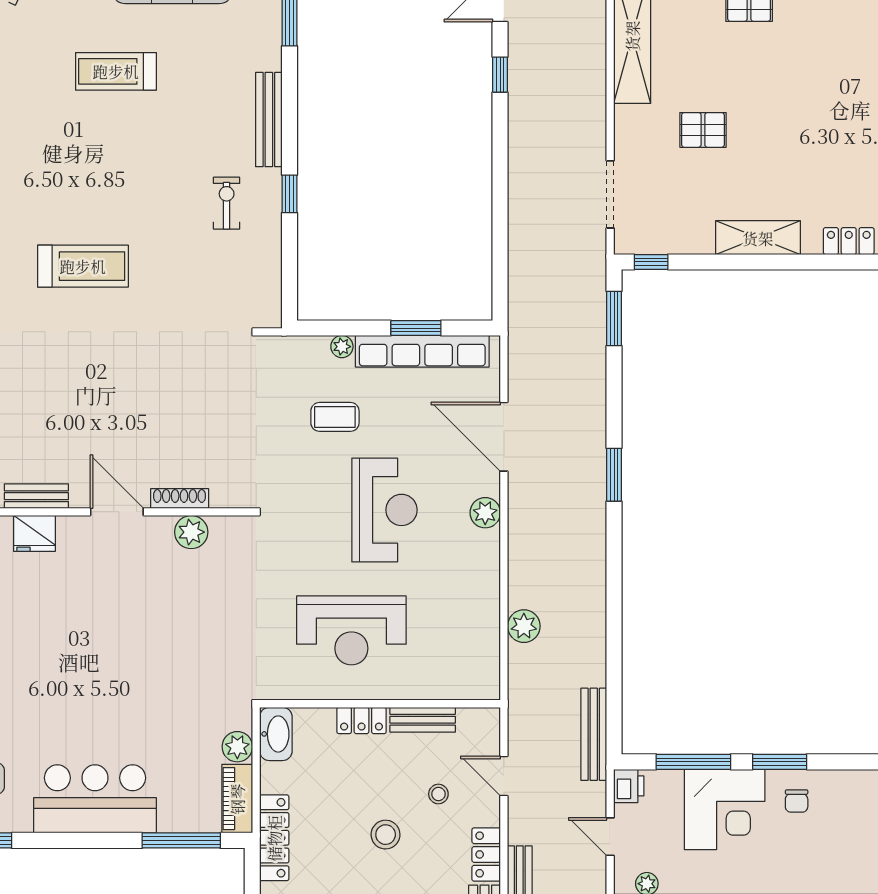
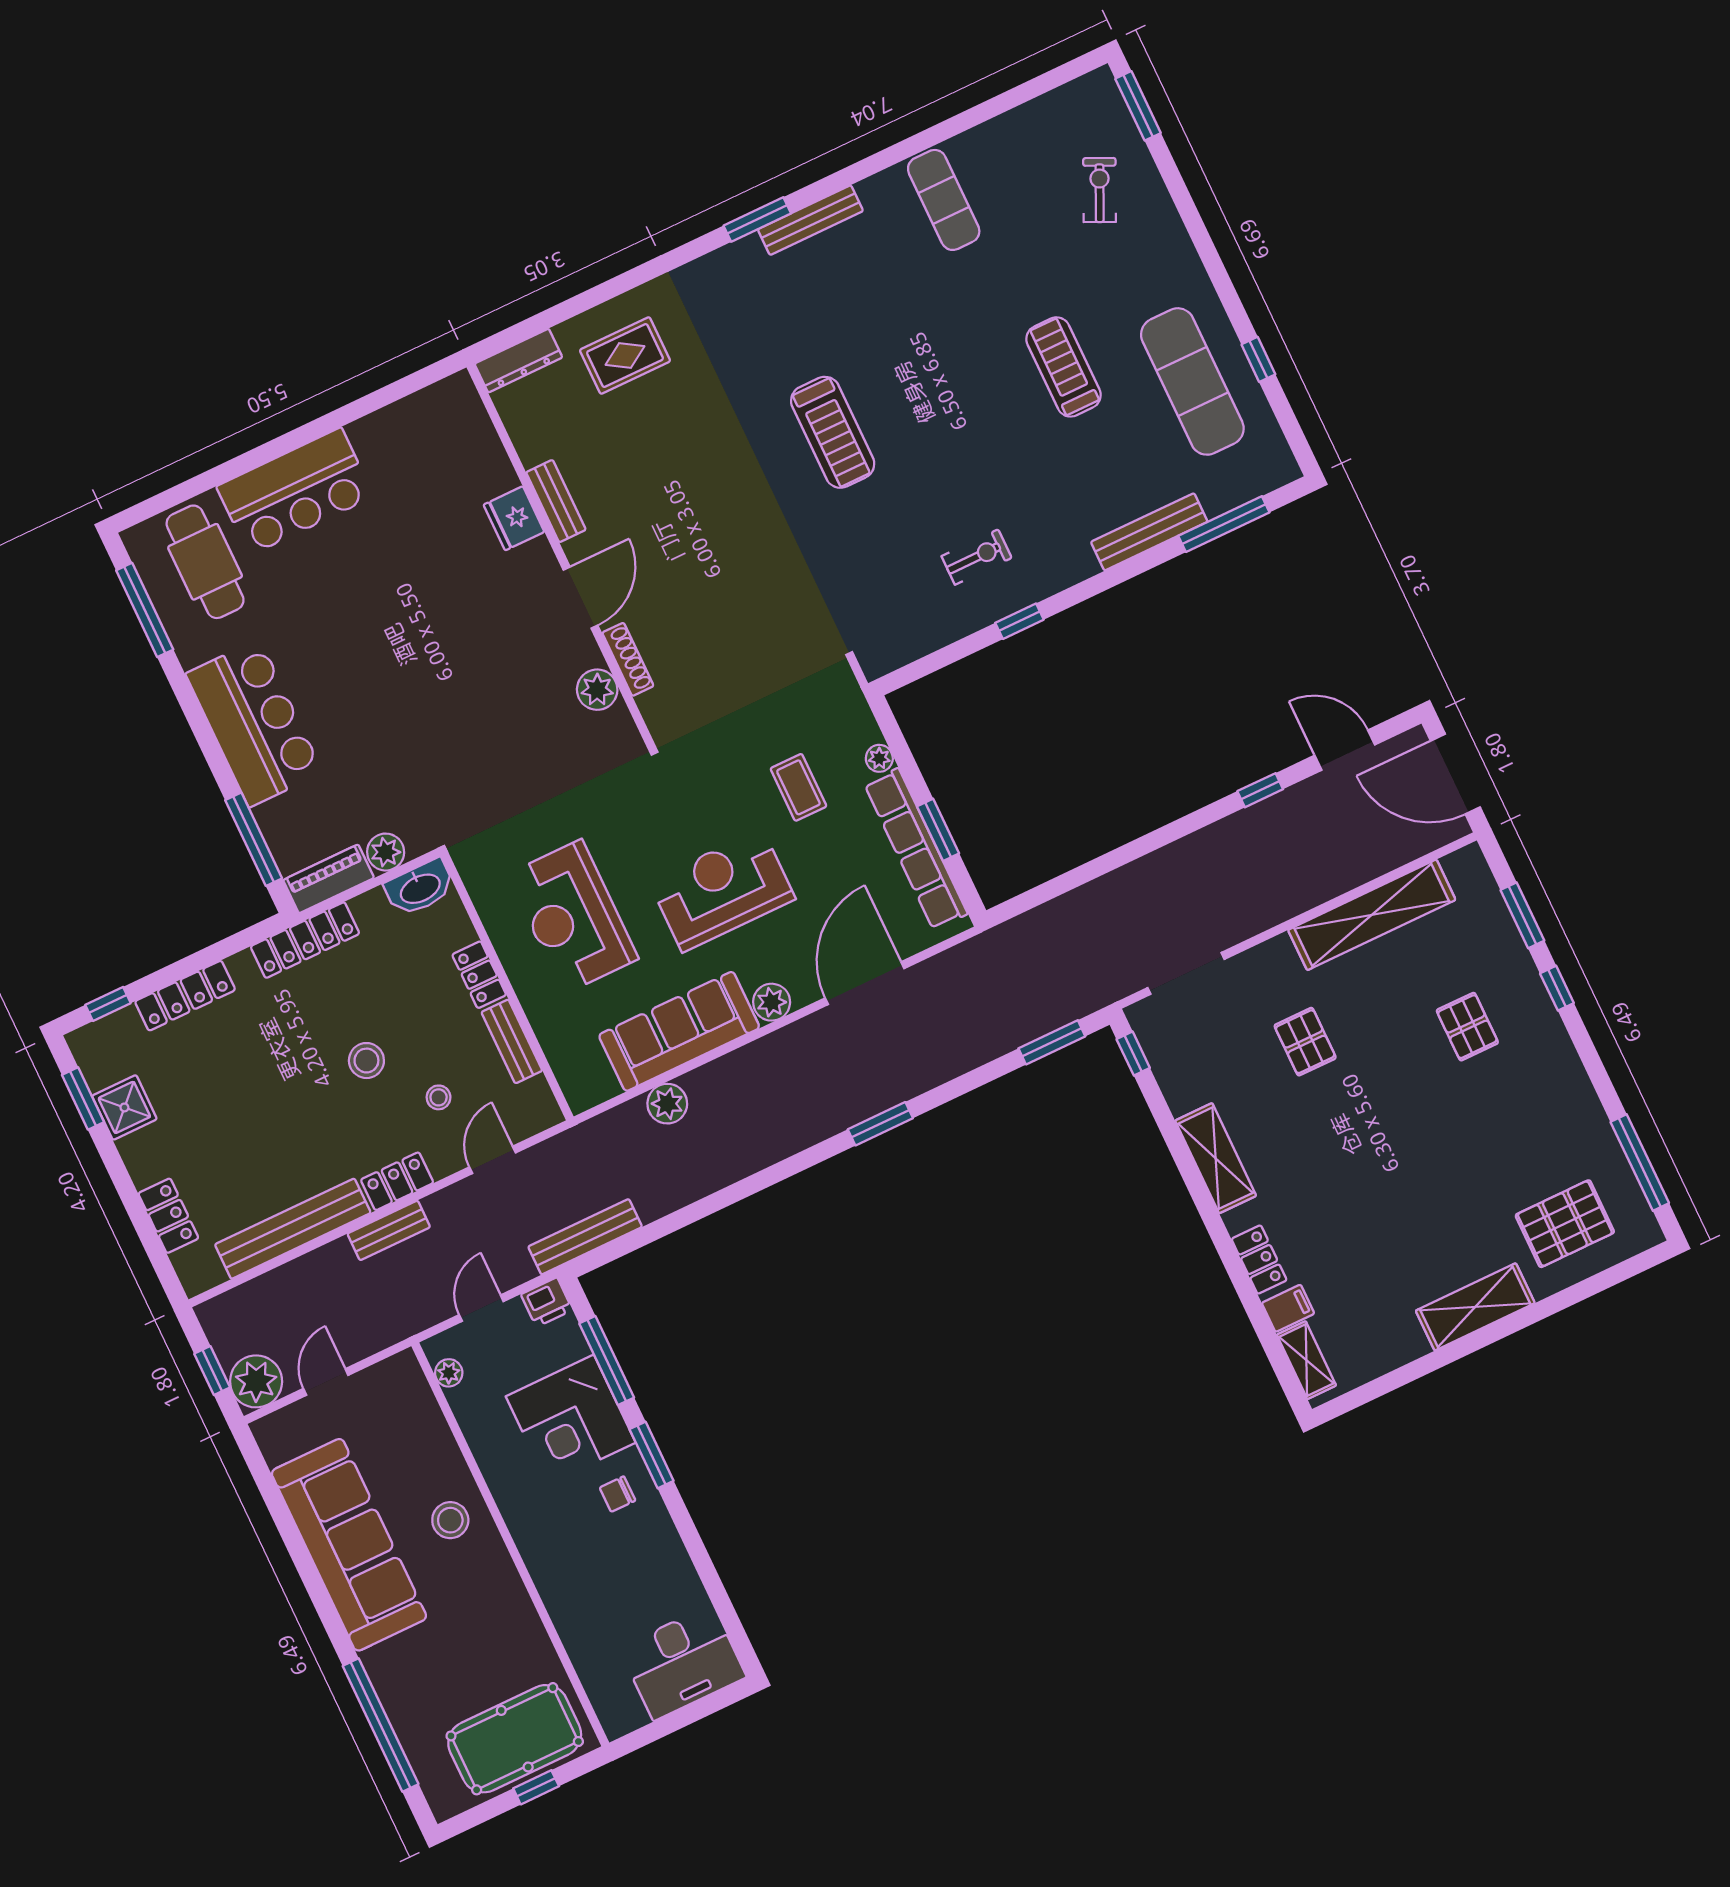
bench: (269, 120) -> (1149, 532), moved
reception desk: (385, 510) -> (722, 890), turned 180
sofa: (474, 592) -> (679, 1031), added

